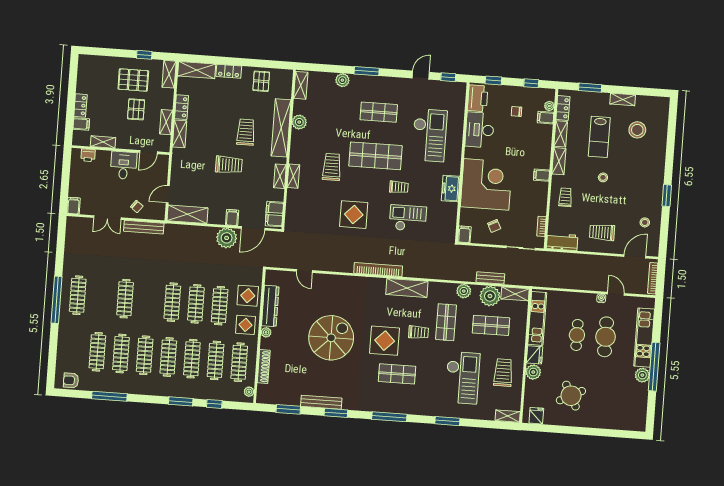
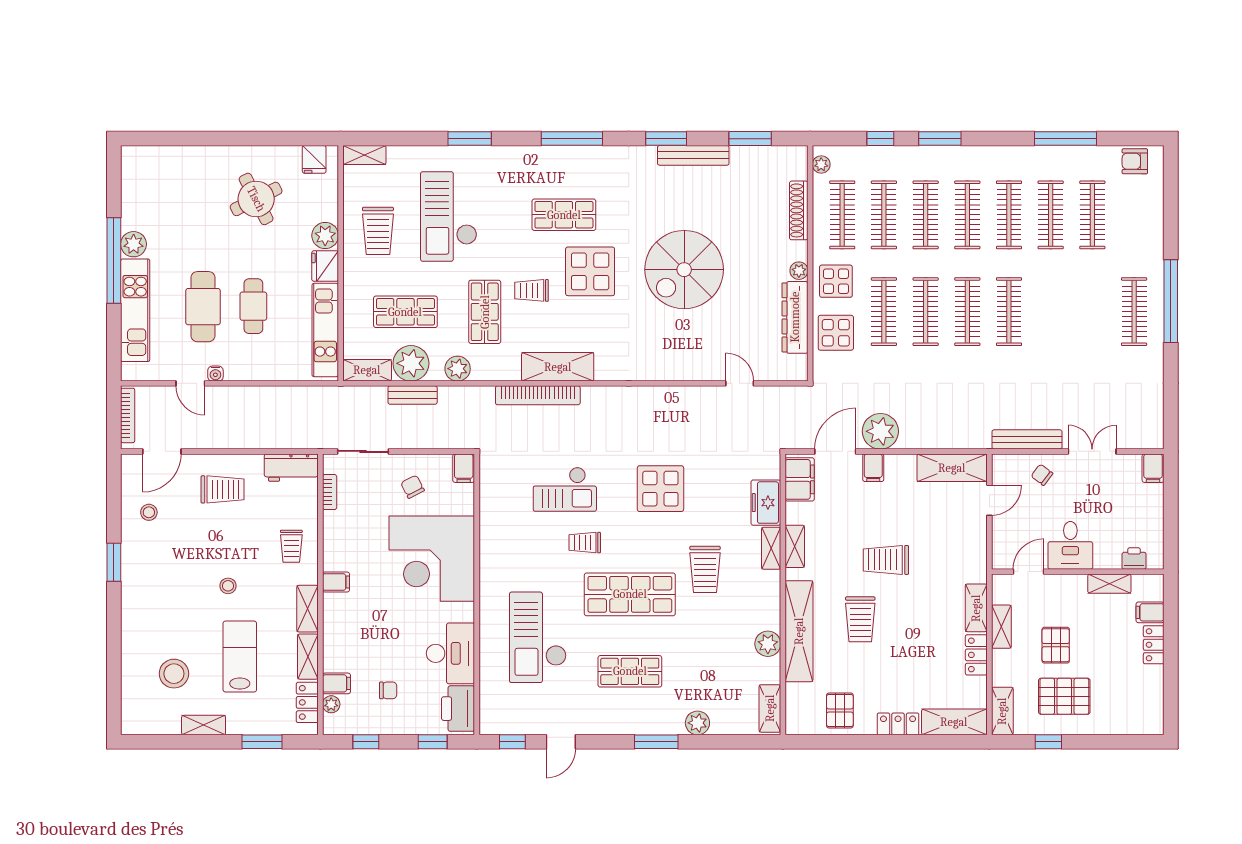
freezer: (451, 189) -> (766, 503), moved, turned 180
bookcase: (378, 270) -> (538, 395), moved
clothes rail: (125, 299) -> (1009, 312), moved
armchair: (71, 380) -> (1135, 161), turned 180

